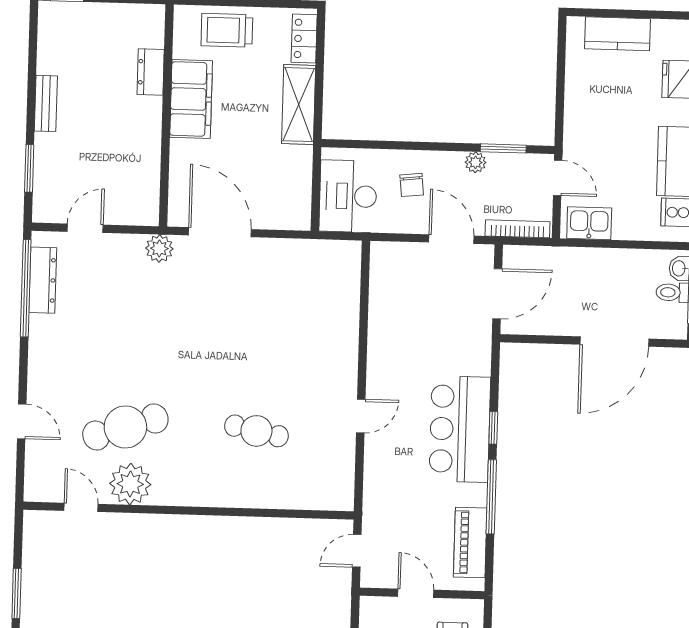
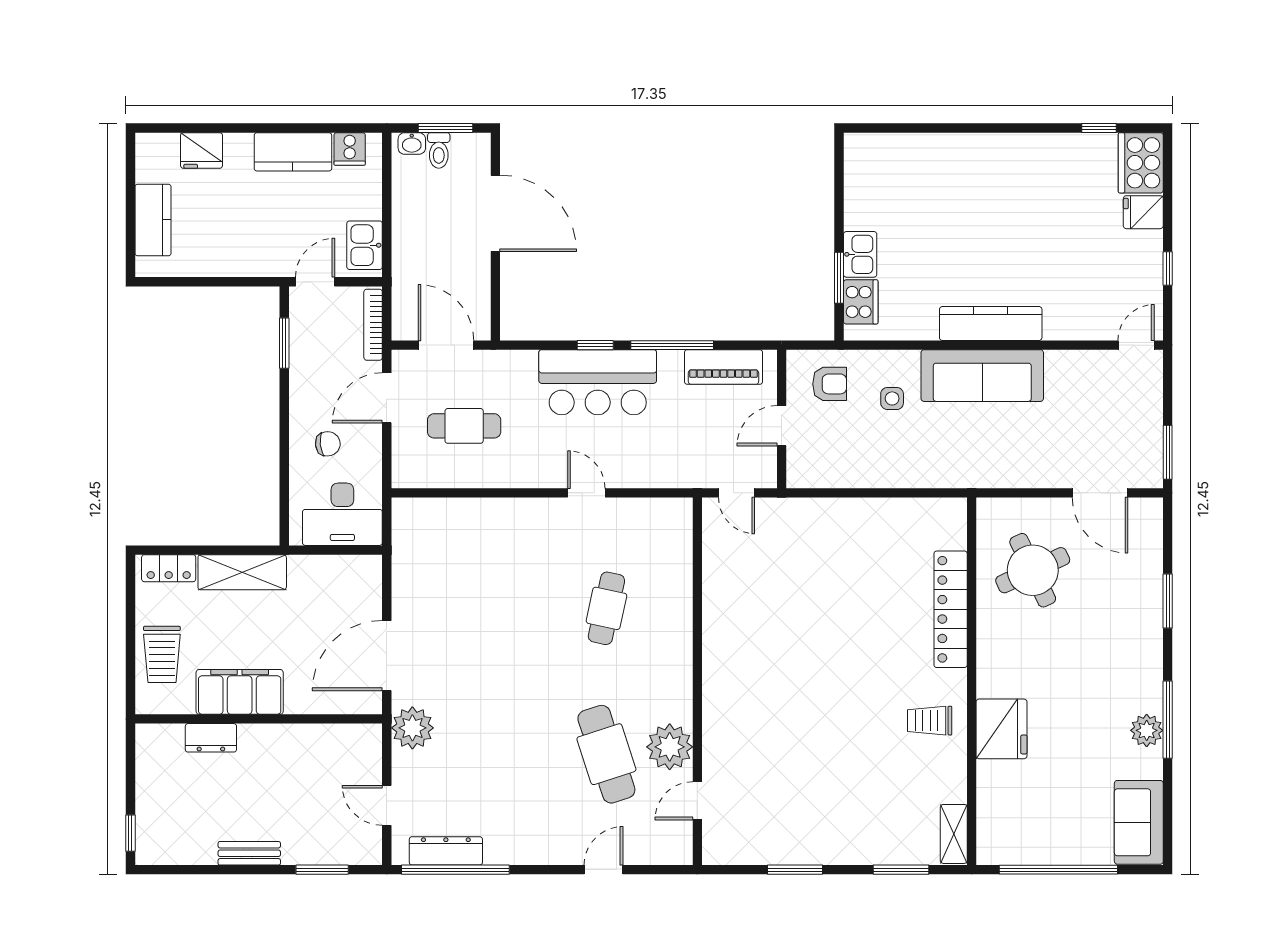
plant: (476, 162) -> (301, 374), removed
plant: (159, 248) -> (412, 728), width x1.36, depth x1.36
cafe table: (424, 308) -> (464, 426), added

